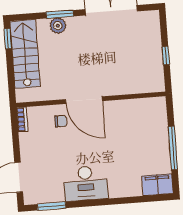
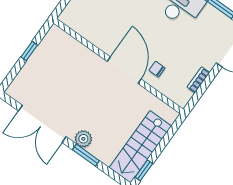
plant: (58, 26) -> (83, 139), moved
bookcase: (22, 119) -> (198, 80), moved

